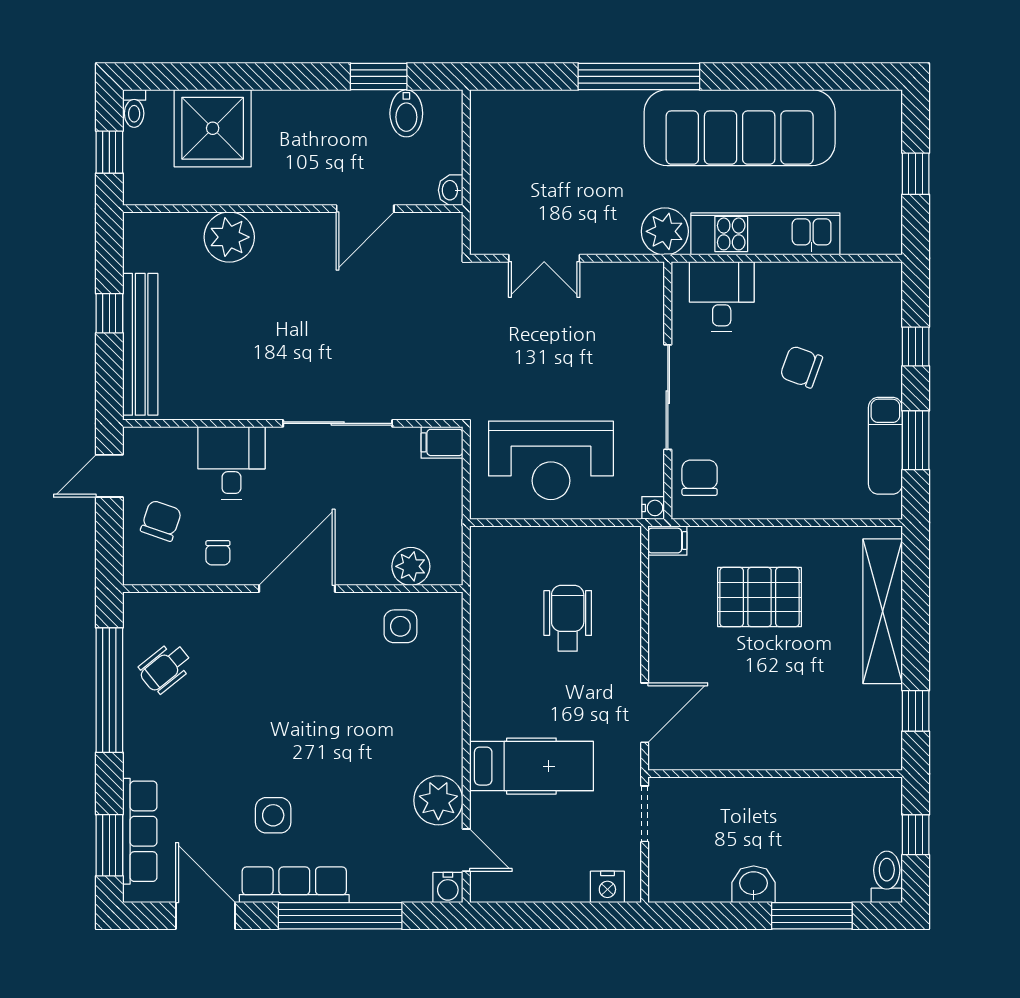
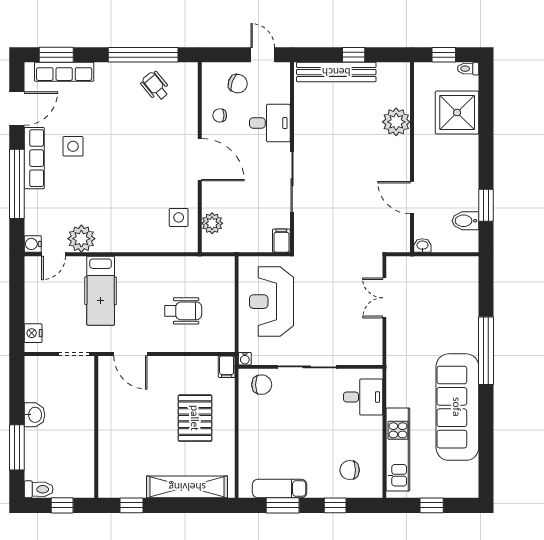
plant: (665, 231) -> (399, 365), removed
kitchen unit: (765, 234) -> (398, 449), moved
chair: (801, 367) -> (350, 470), moved, turned -110

